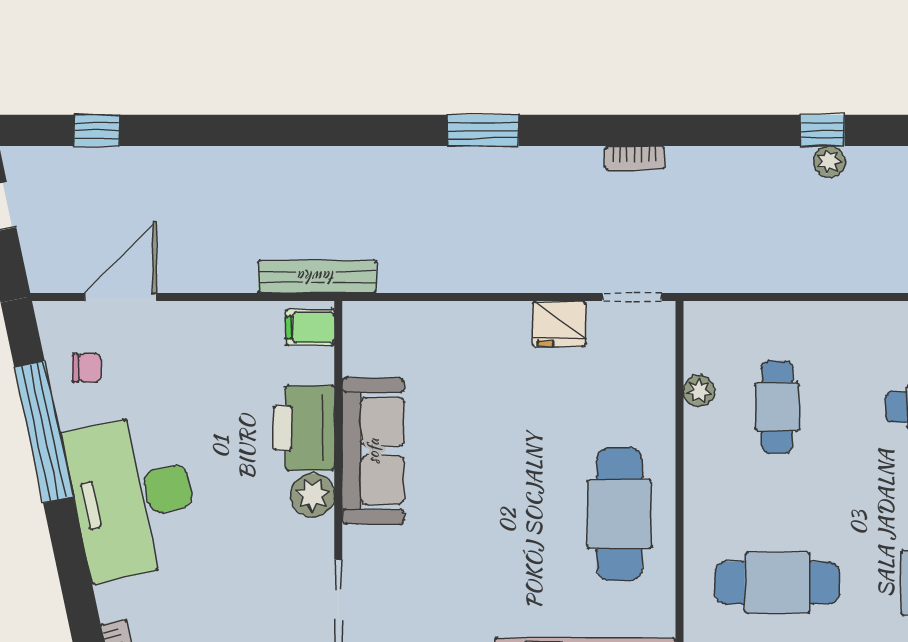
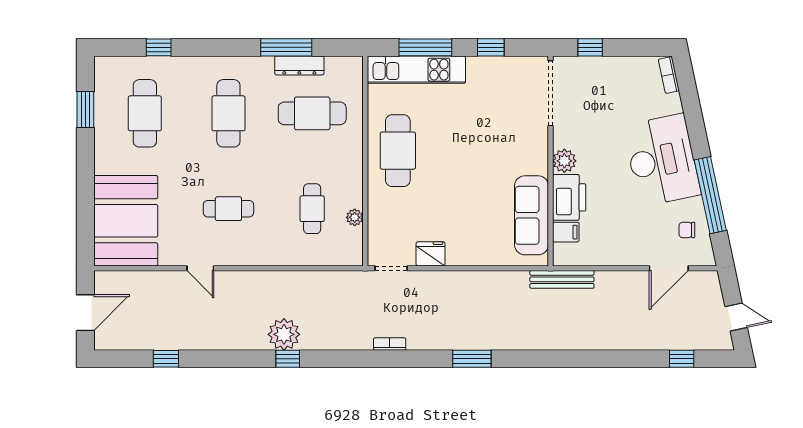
plant: (829, 162) -> (284, 334), width x1.87, depth x1.87
filing cabinet: (310, 327) -> (566, 232), moved
sofa: (373, 451) -> (531, 215), moved

